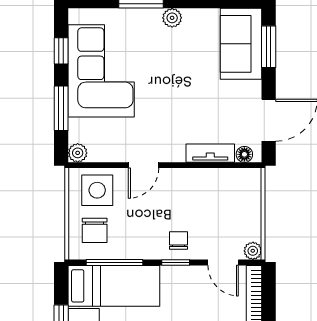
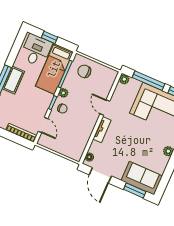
window: (61, 108) -> (148, 81), width x1.44
tv unit: (210, 153) -> (102, 130), moved
side table: (97, 190) -> (103, 81), removed
plant: (253, 251) -> (63, 93), moved
door: (223, 262) -> (43, 125), swing flipped

